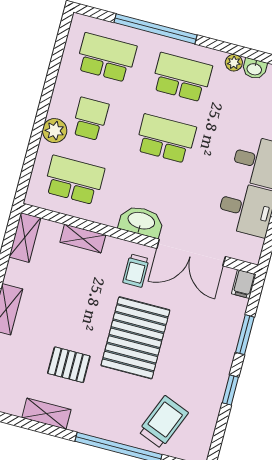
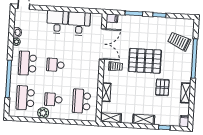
plant: (55, 131) -> (43, 113), moved
school desk: (166, 139) -> (55, 65), width x0.54
washbasin: (141, 221) -> (94, 68), removed

